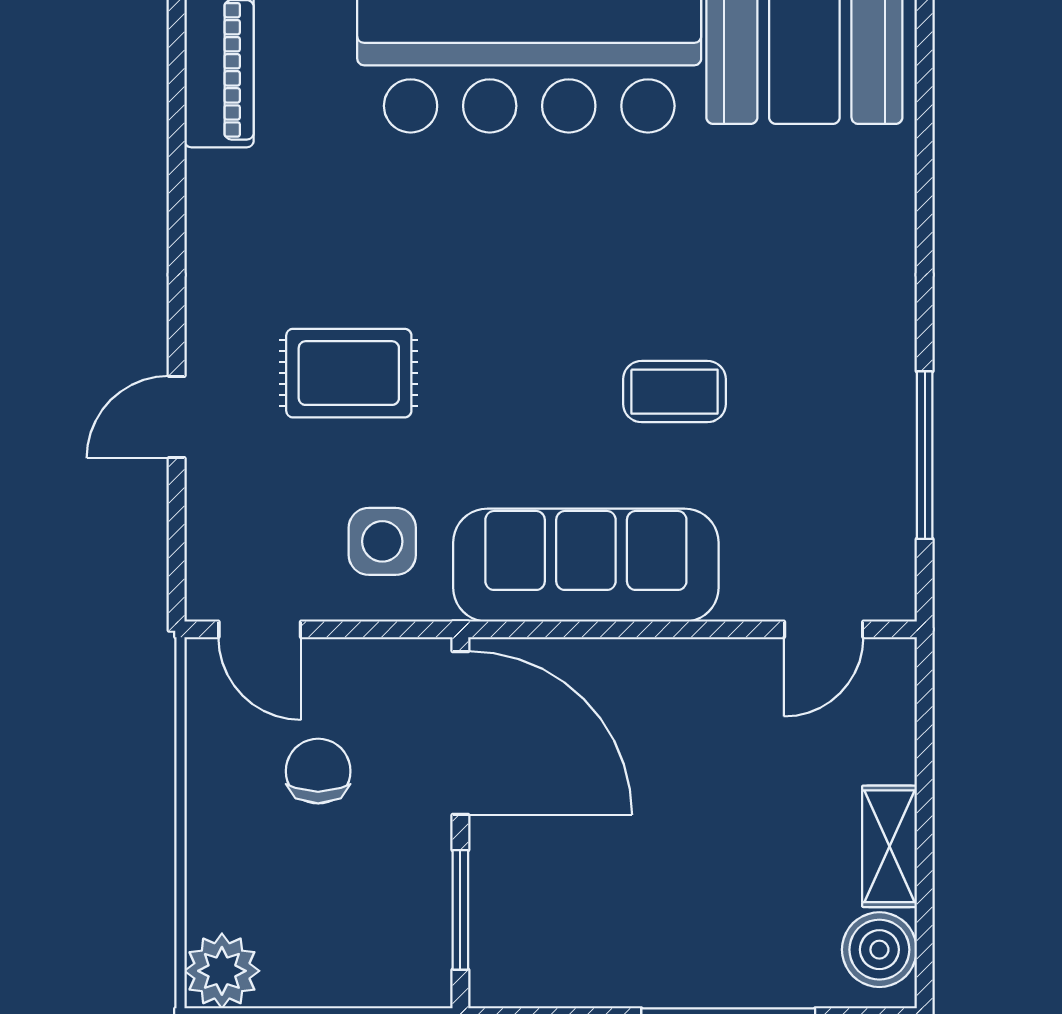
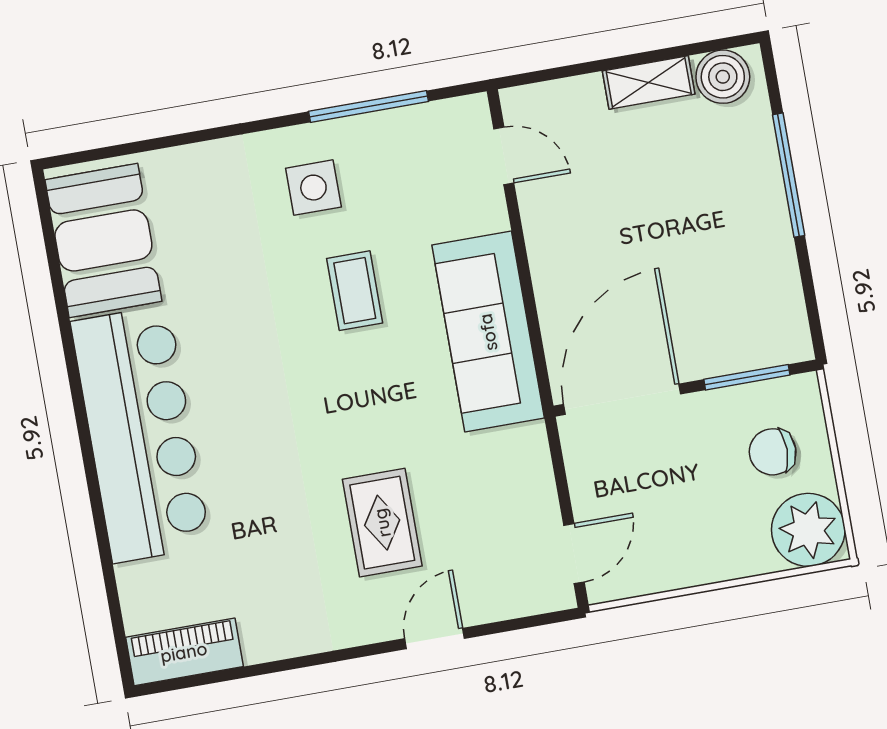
door: (177, 417) -> (435, 639), swing flipped
side table: (382, 541) -> (313, 188), moved
chair: (318, 771) -> (773, 452), moved
plant: (222, 971) -> (808, 530), width x1.36, depth x1.36

